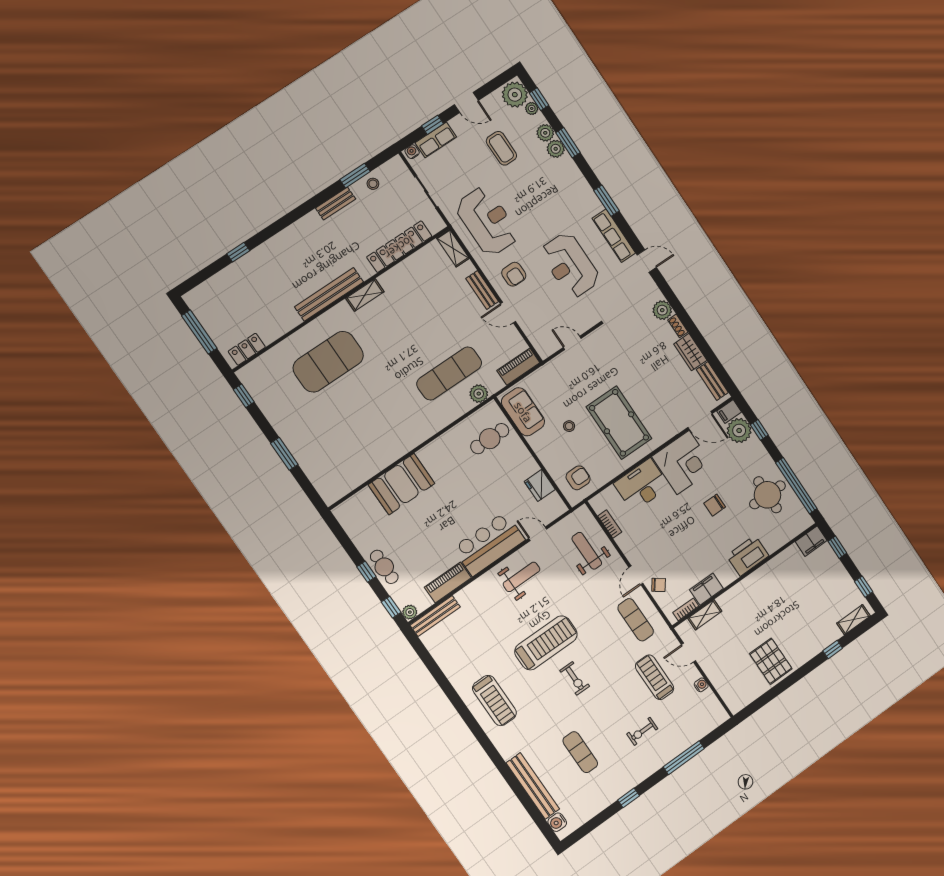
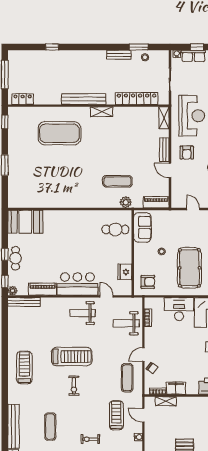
exercise mat: (449, 373) -> (118, 181), width x0.73, depth x0.69
booth: (401, 484) -> (25, 222), moved
weight bench: (587, 551) -> (126, 323), turned -90
weight bench: (522, 577) -> (83, 313), turned 180
treadmill: (494, 701) -> (24, 368), turned 180

